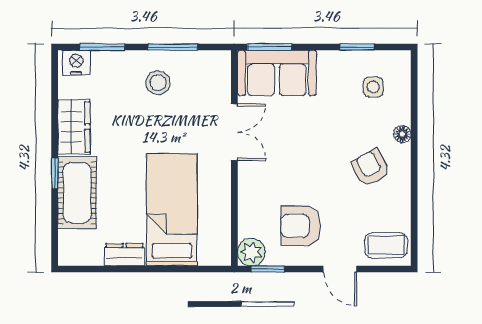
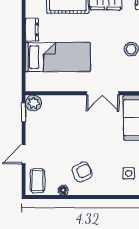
floor lamp: (402, 134) -> (63, 190), moved
armchair: (301, 226) -> (49, 131), removed

